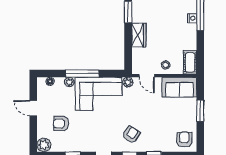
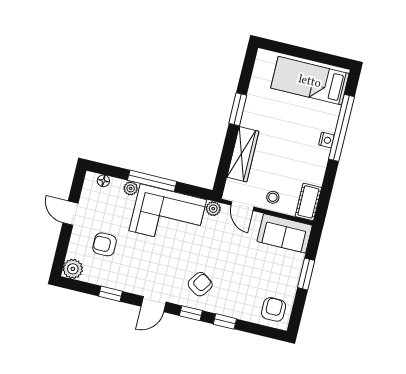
wardrobe: (139, 35) -> (243, 154), width x1.50

